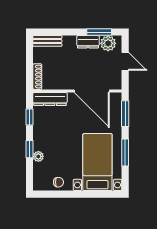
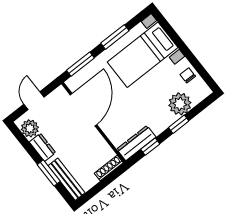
window: (99, 32) -> (49, 173), moved
bench: (47, 41) -> (66, 179), width x1.36
dresser: (50, 99) -> (136, 143), moved, turned -90
plant: (38, 156) -> (180, 104), width x1.87, depth x1.87

